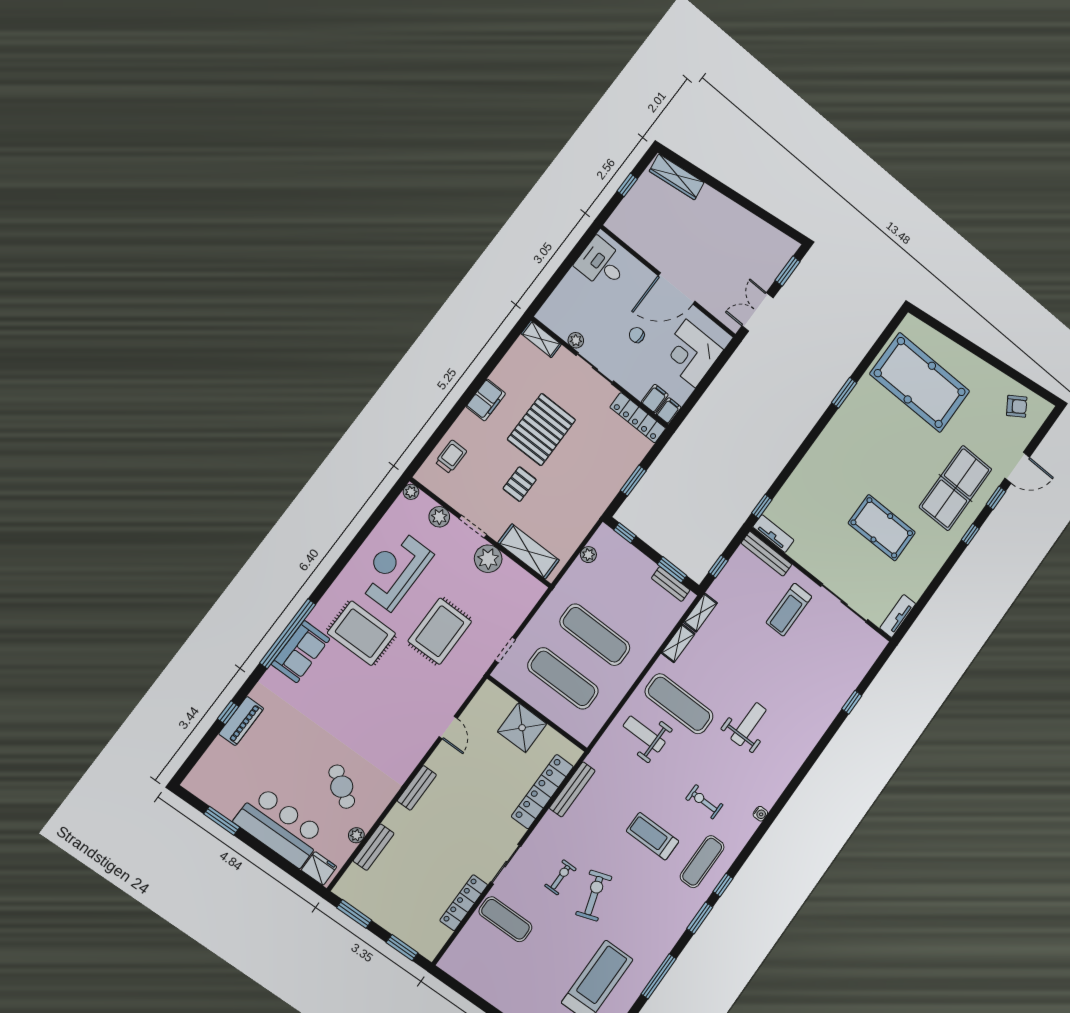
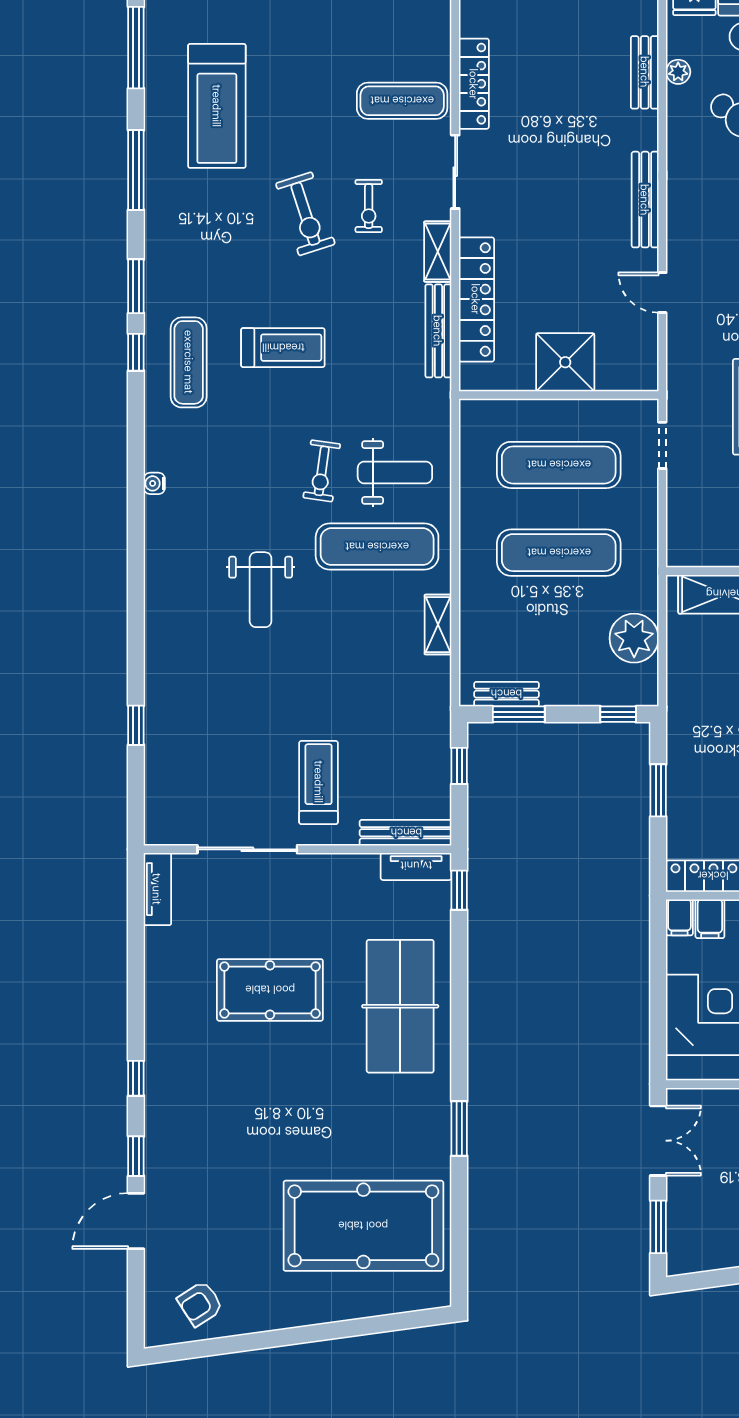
table tennis table: (955, 488) -> (400, 1006), moved
plant: (588, 555) -> (634, 638), width x1.87, depth x1.87
shelving: (700, 613) -> (438, 252), moved
bench: (417, 788) -> (645, 200), width x1.36
exercise bike: (704, 802) -> (322, 471), moved, turned 98

